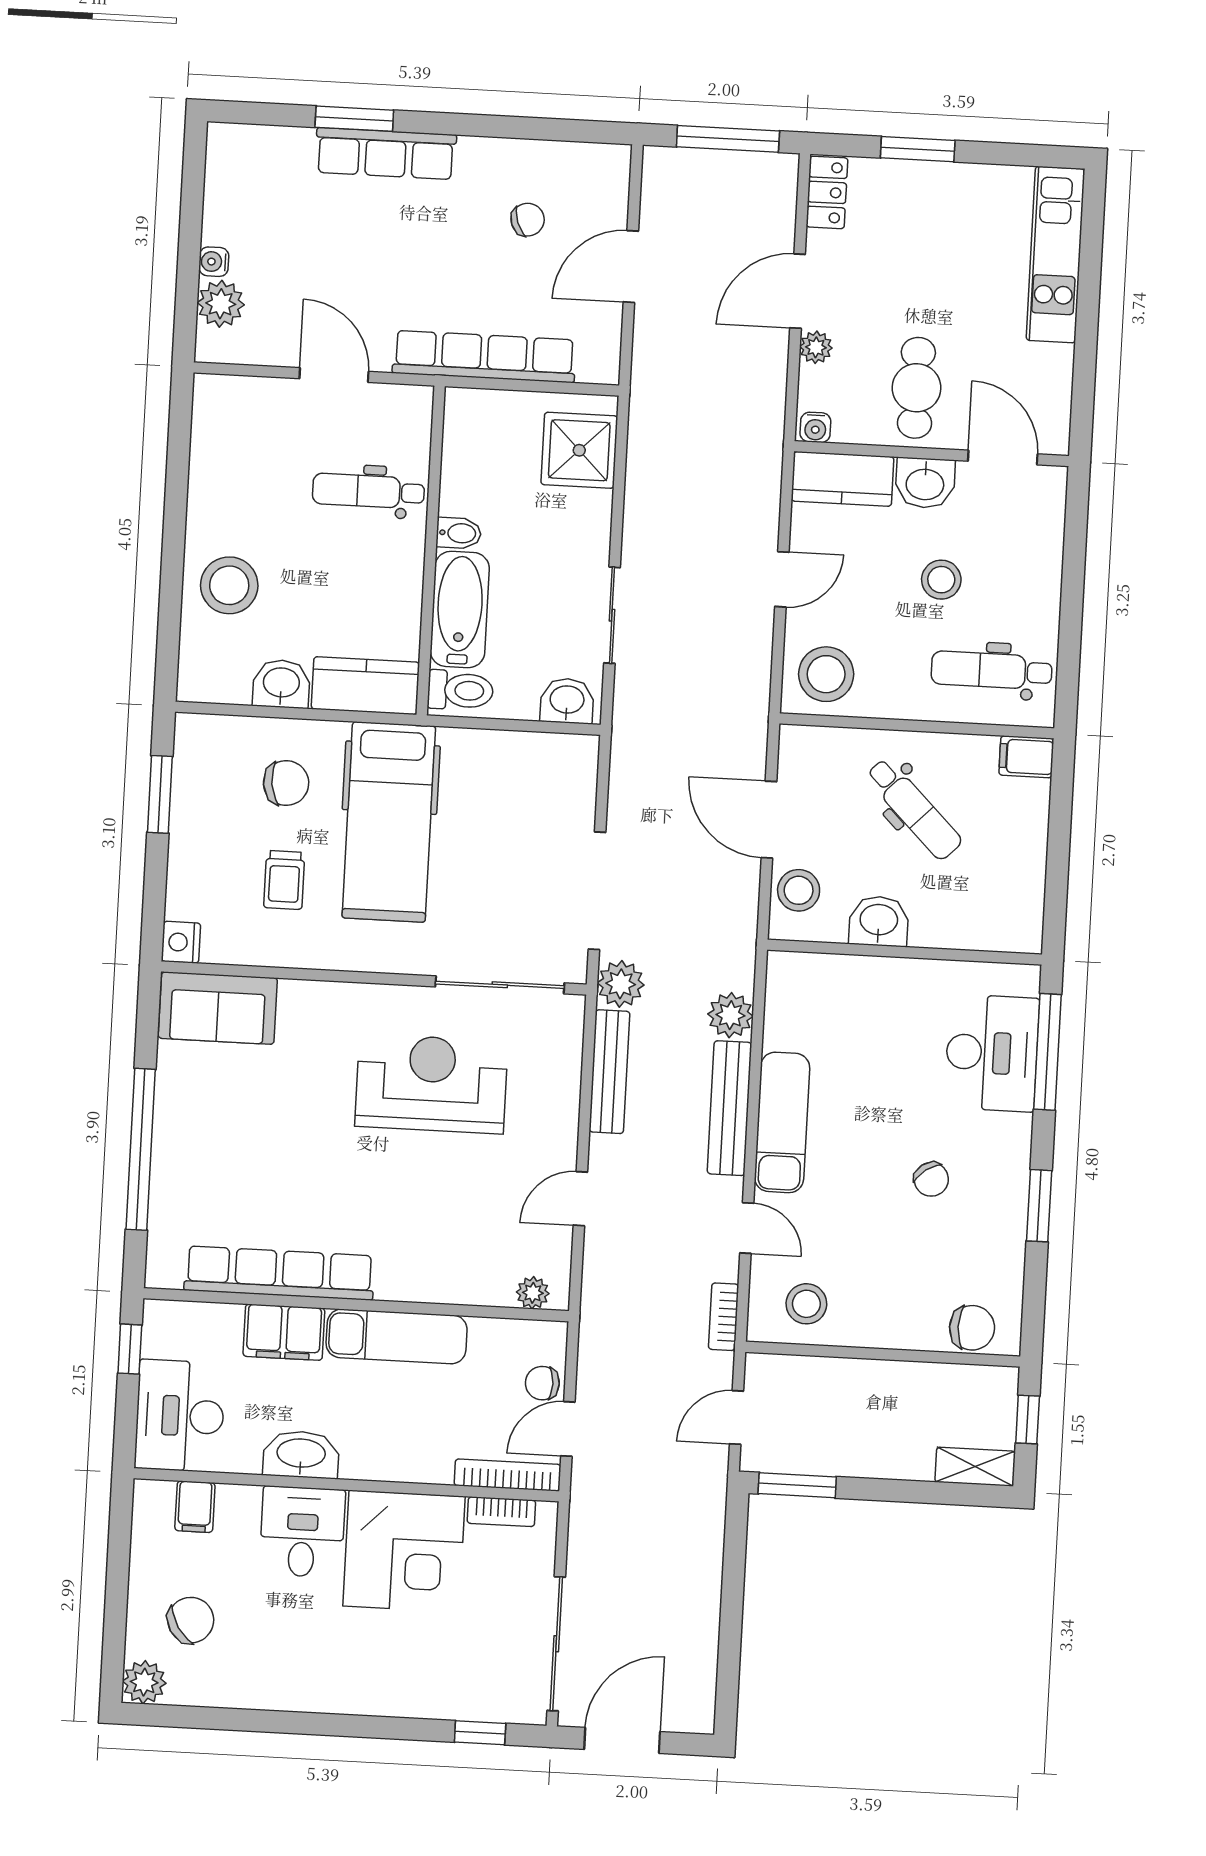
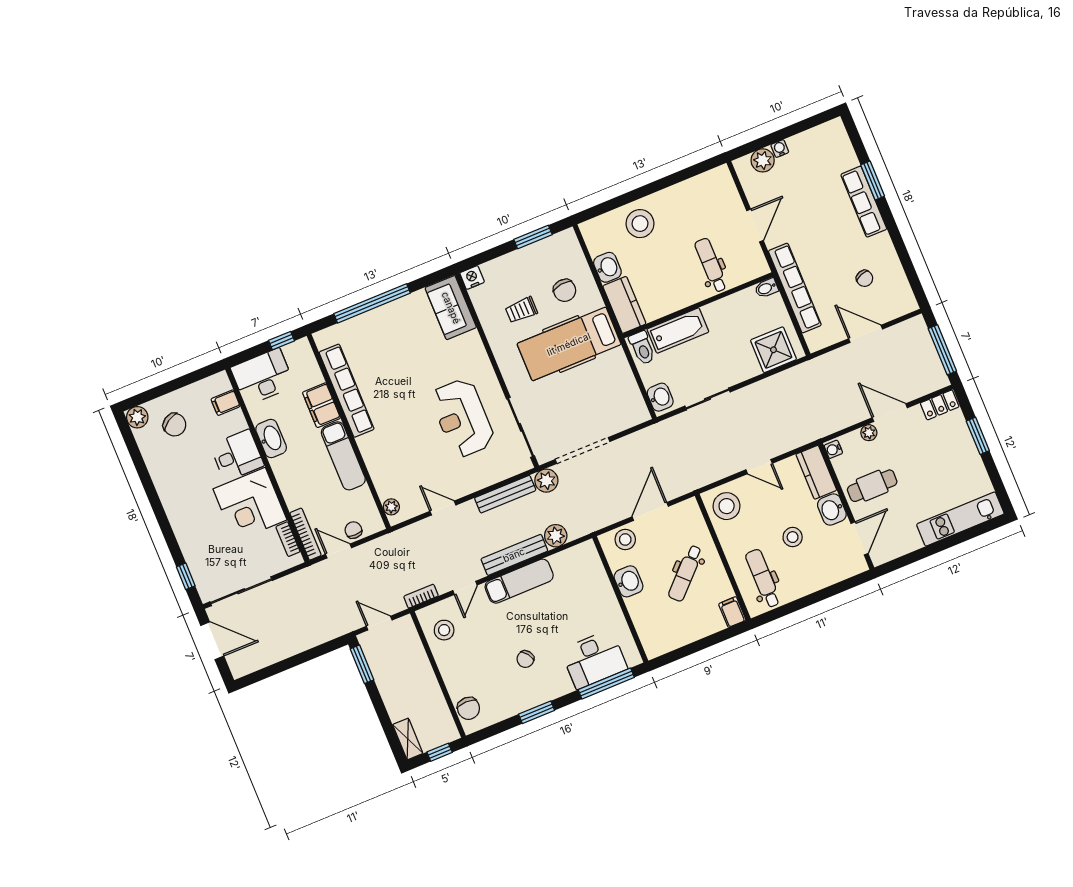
bidet: (459, 533) -> (766, 288), moved, turned 90
reception desk: (431, 1084) -> (462, 418), turned 180

